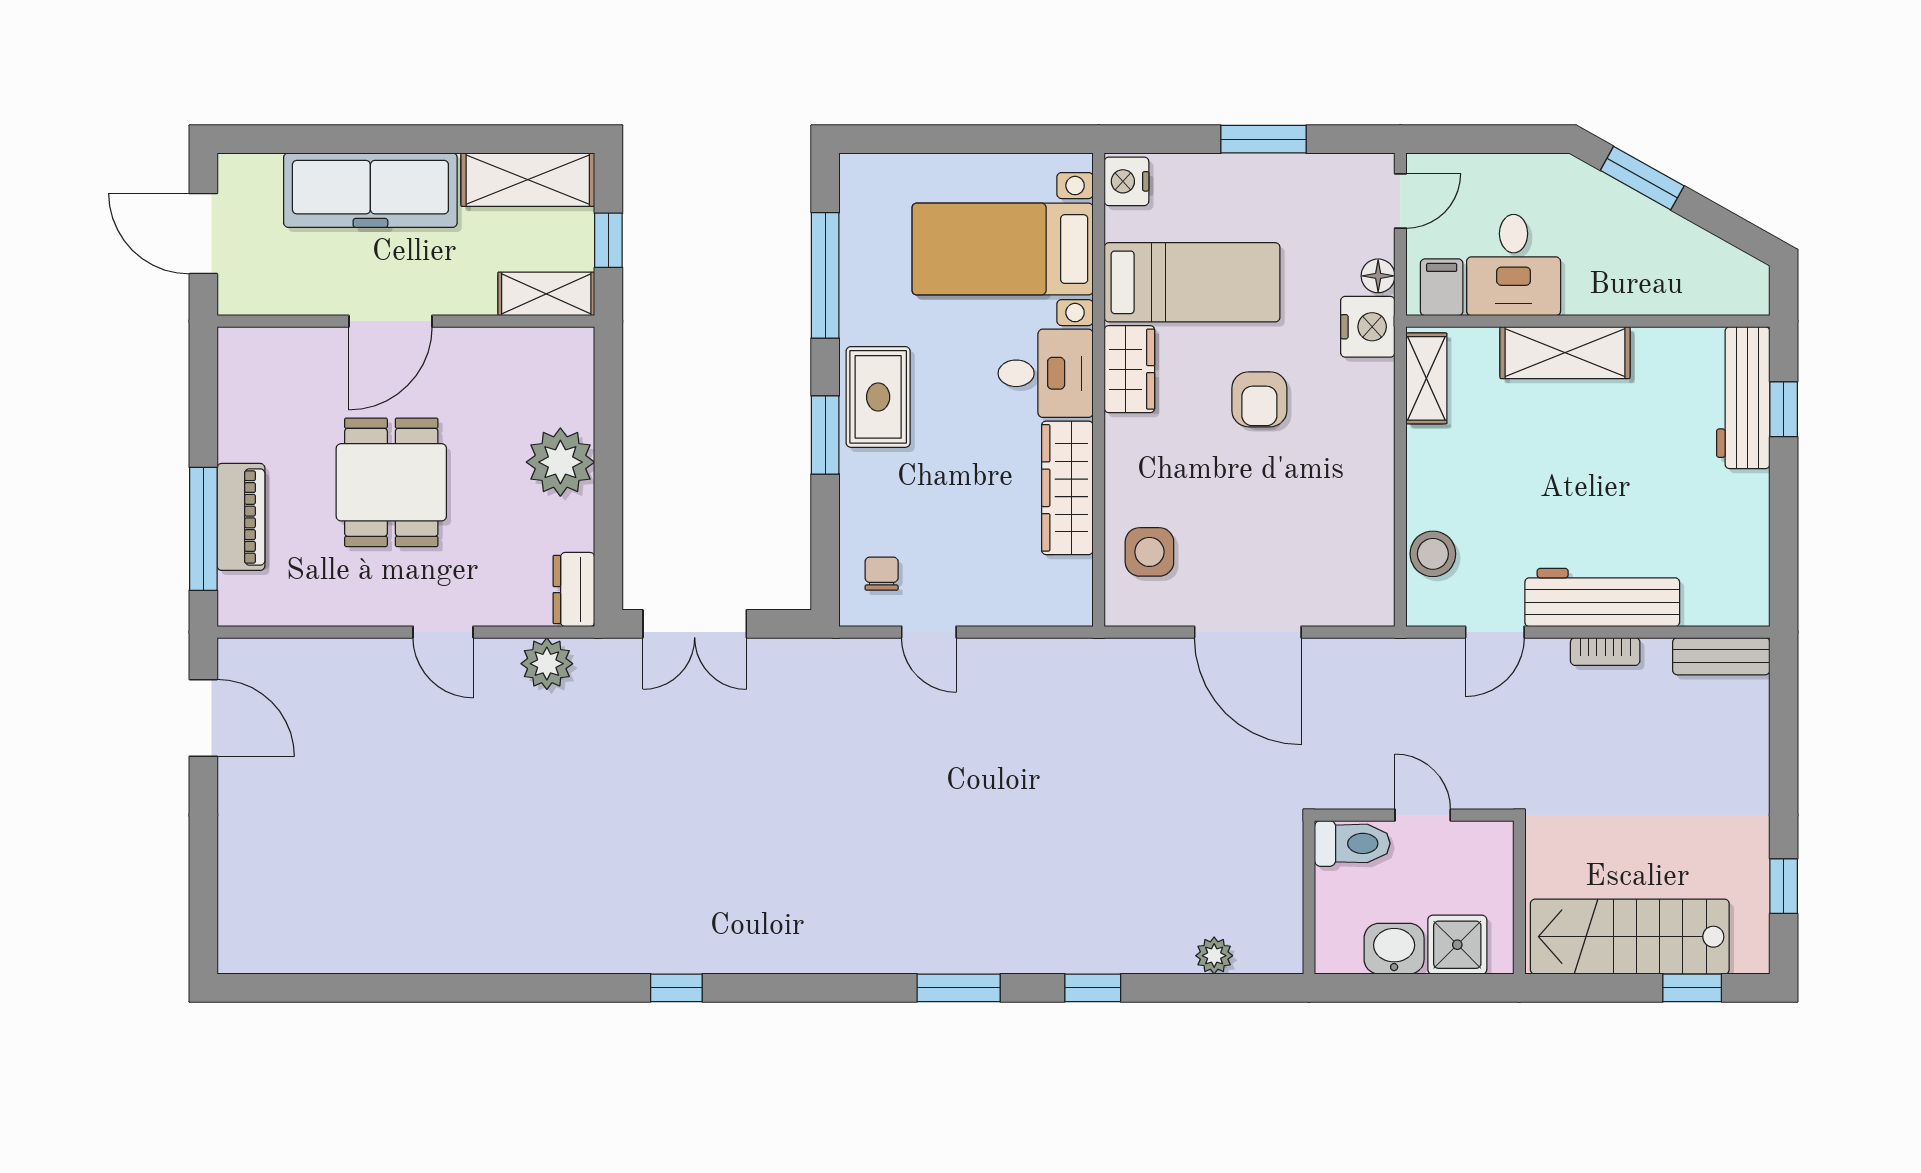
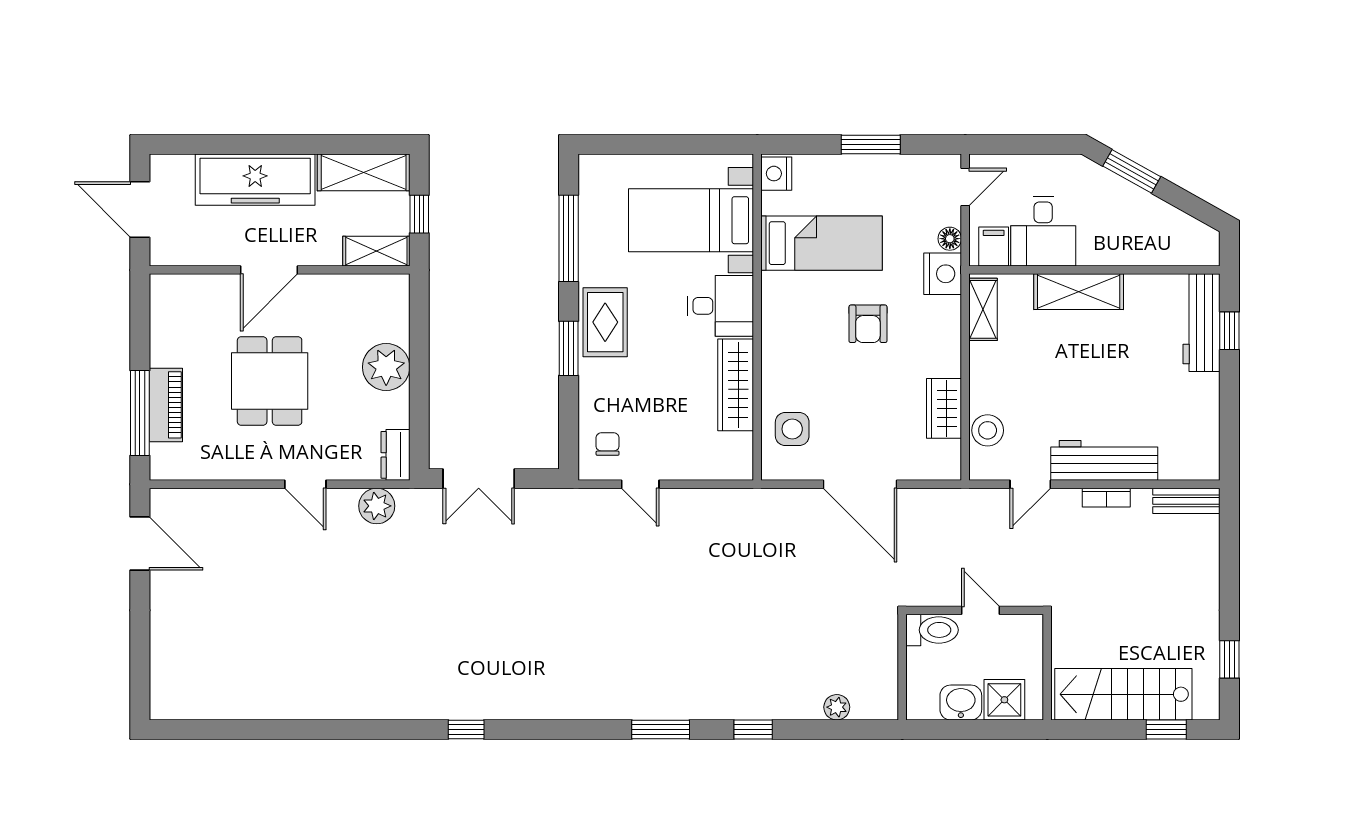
wardrobe: (1129, 369) -> (944, 408), moved, turned 180

